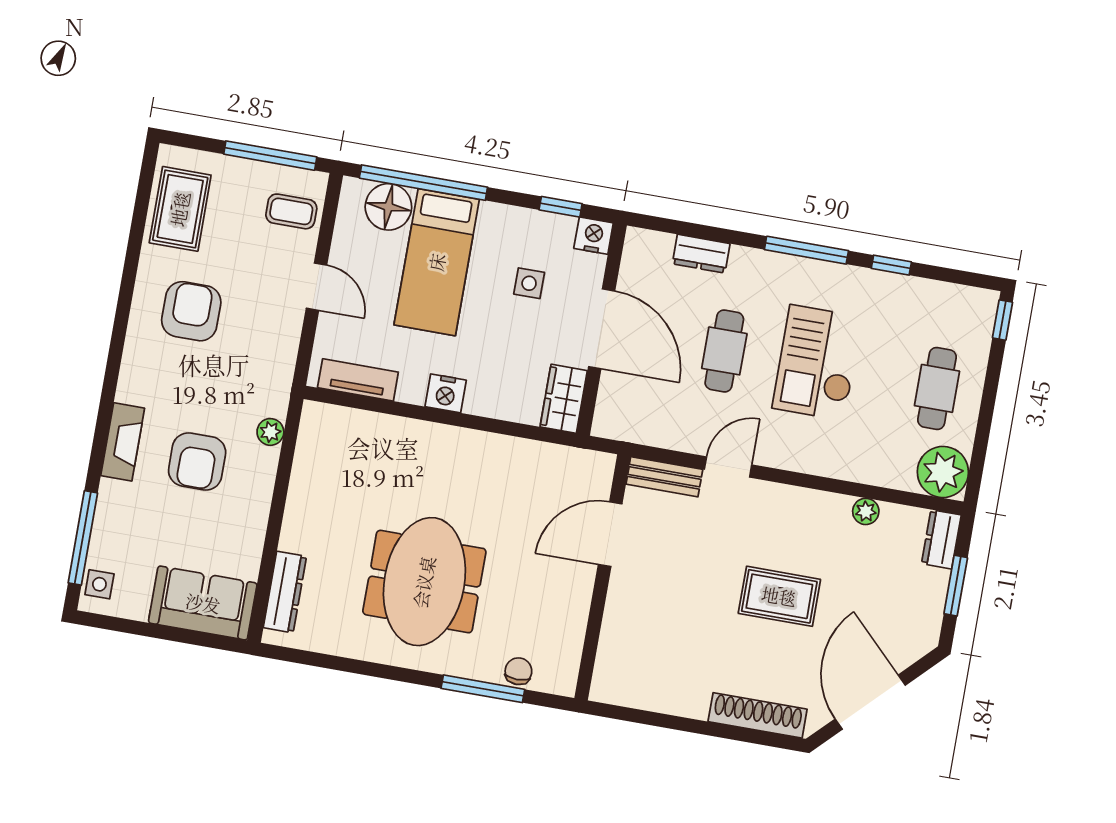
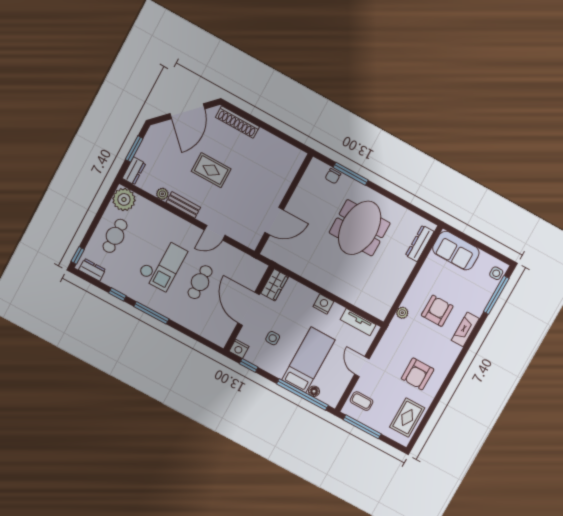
floor lamp: (388, 207) -> (314, 391), width x0.53, depth x0.53
dresser: (701, 254) -> (92, 270), moved
bench: (664, 477) -> (183, 205), moved

